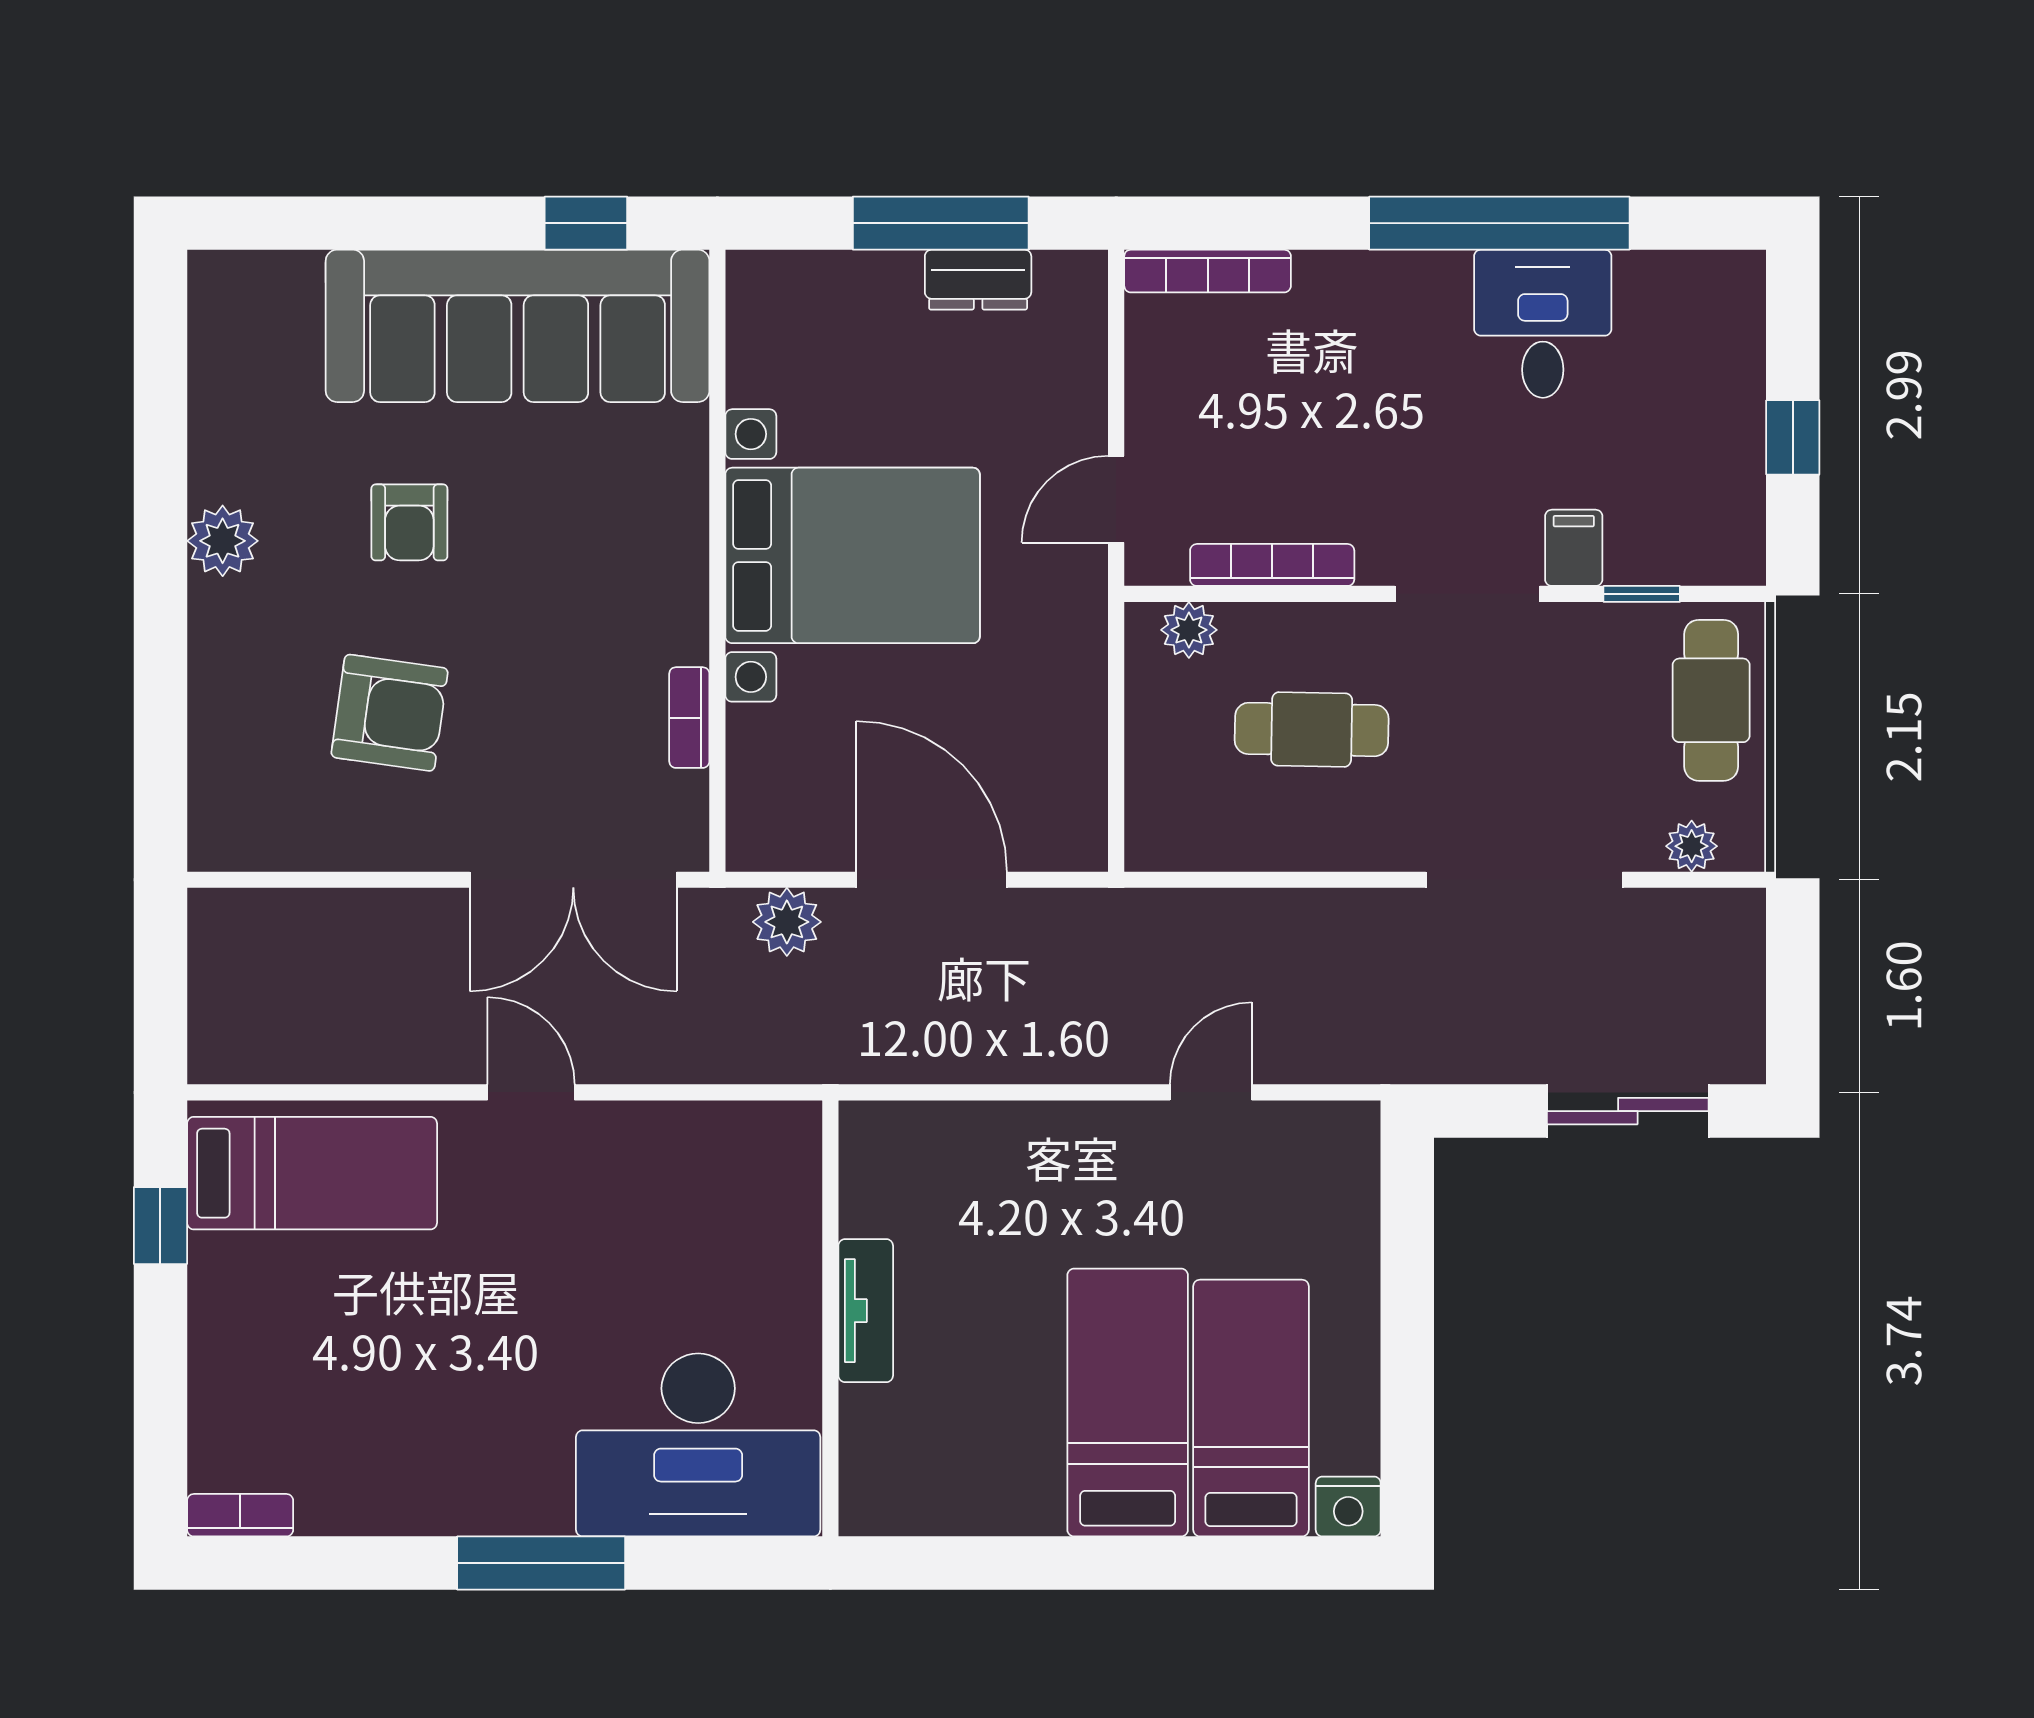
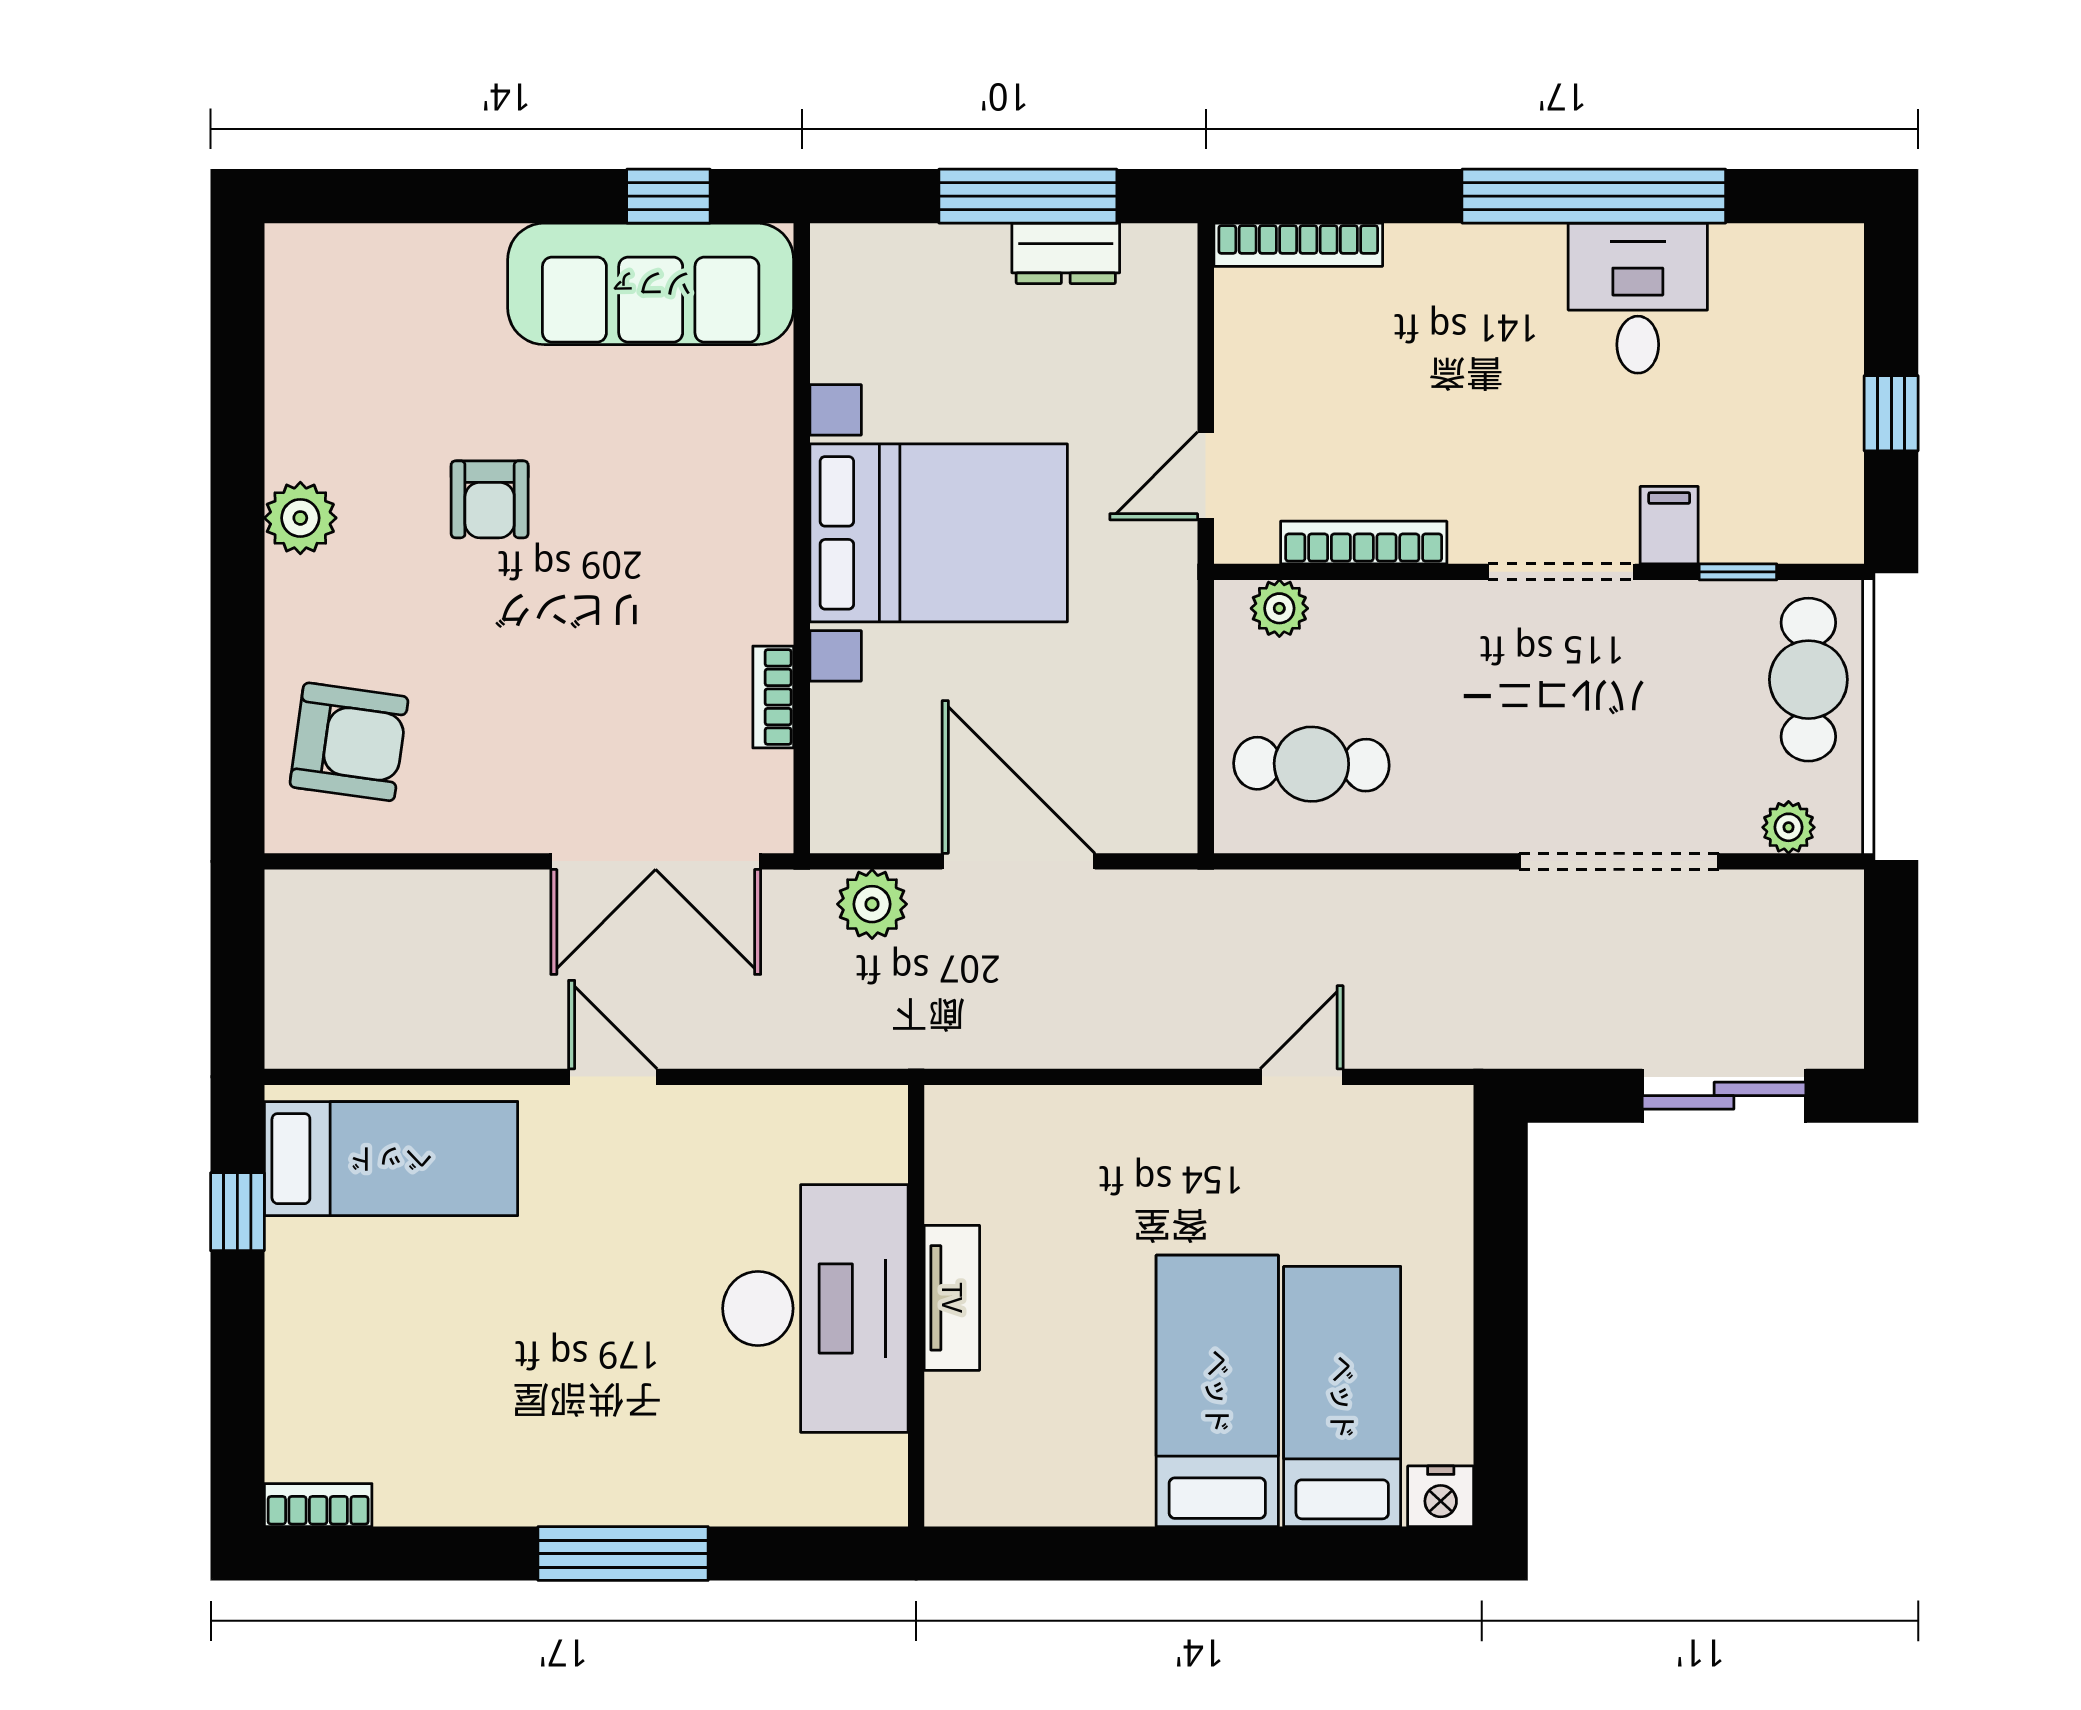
sofa: (518, 326) -> (651, 284), width x0.74, depth x0.79
armchair: (390, 713) -> (349, 742), moved
cafe table: (1312, 729) -> (1311, 764), moved
desk: (698, 1445) -> (815, 1308), moved, turned -90

